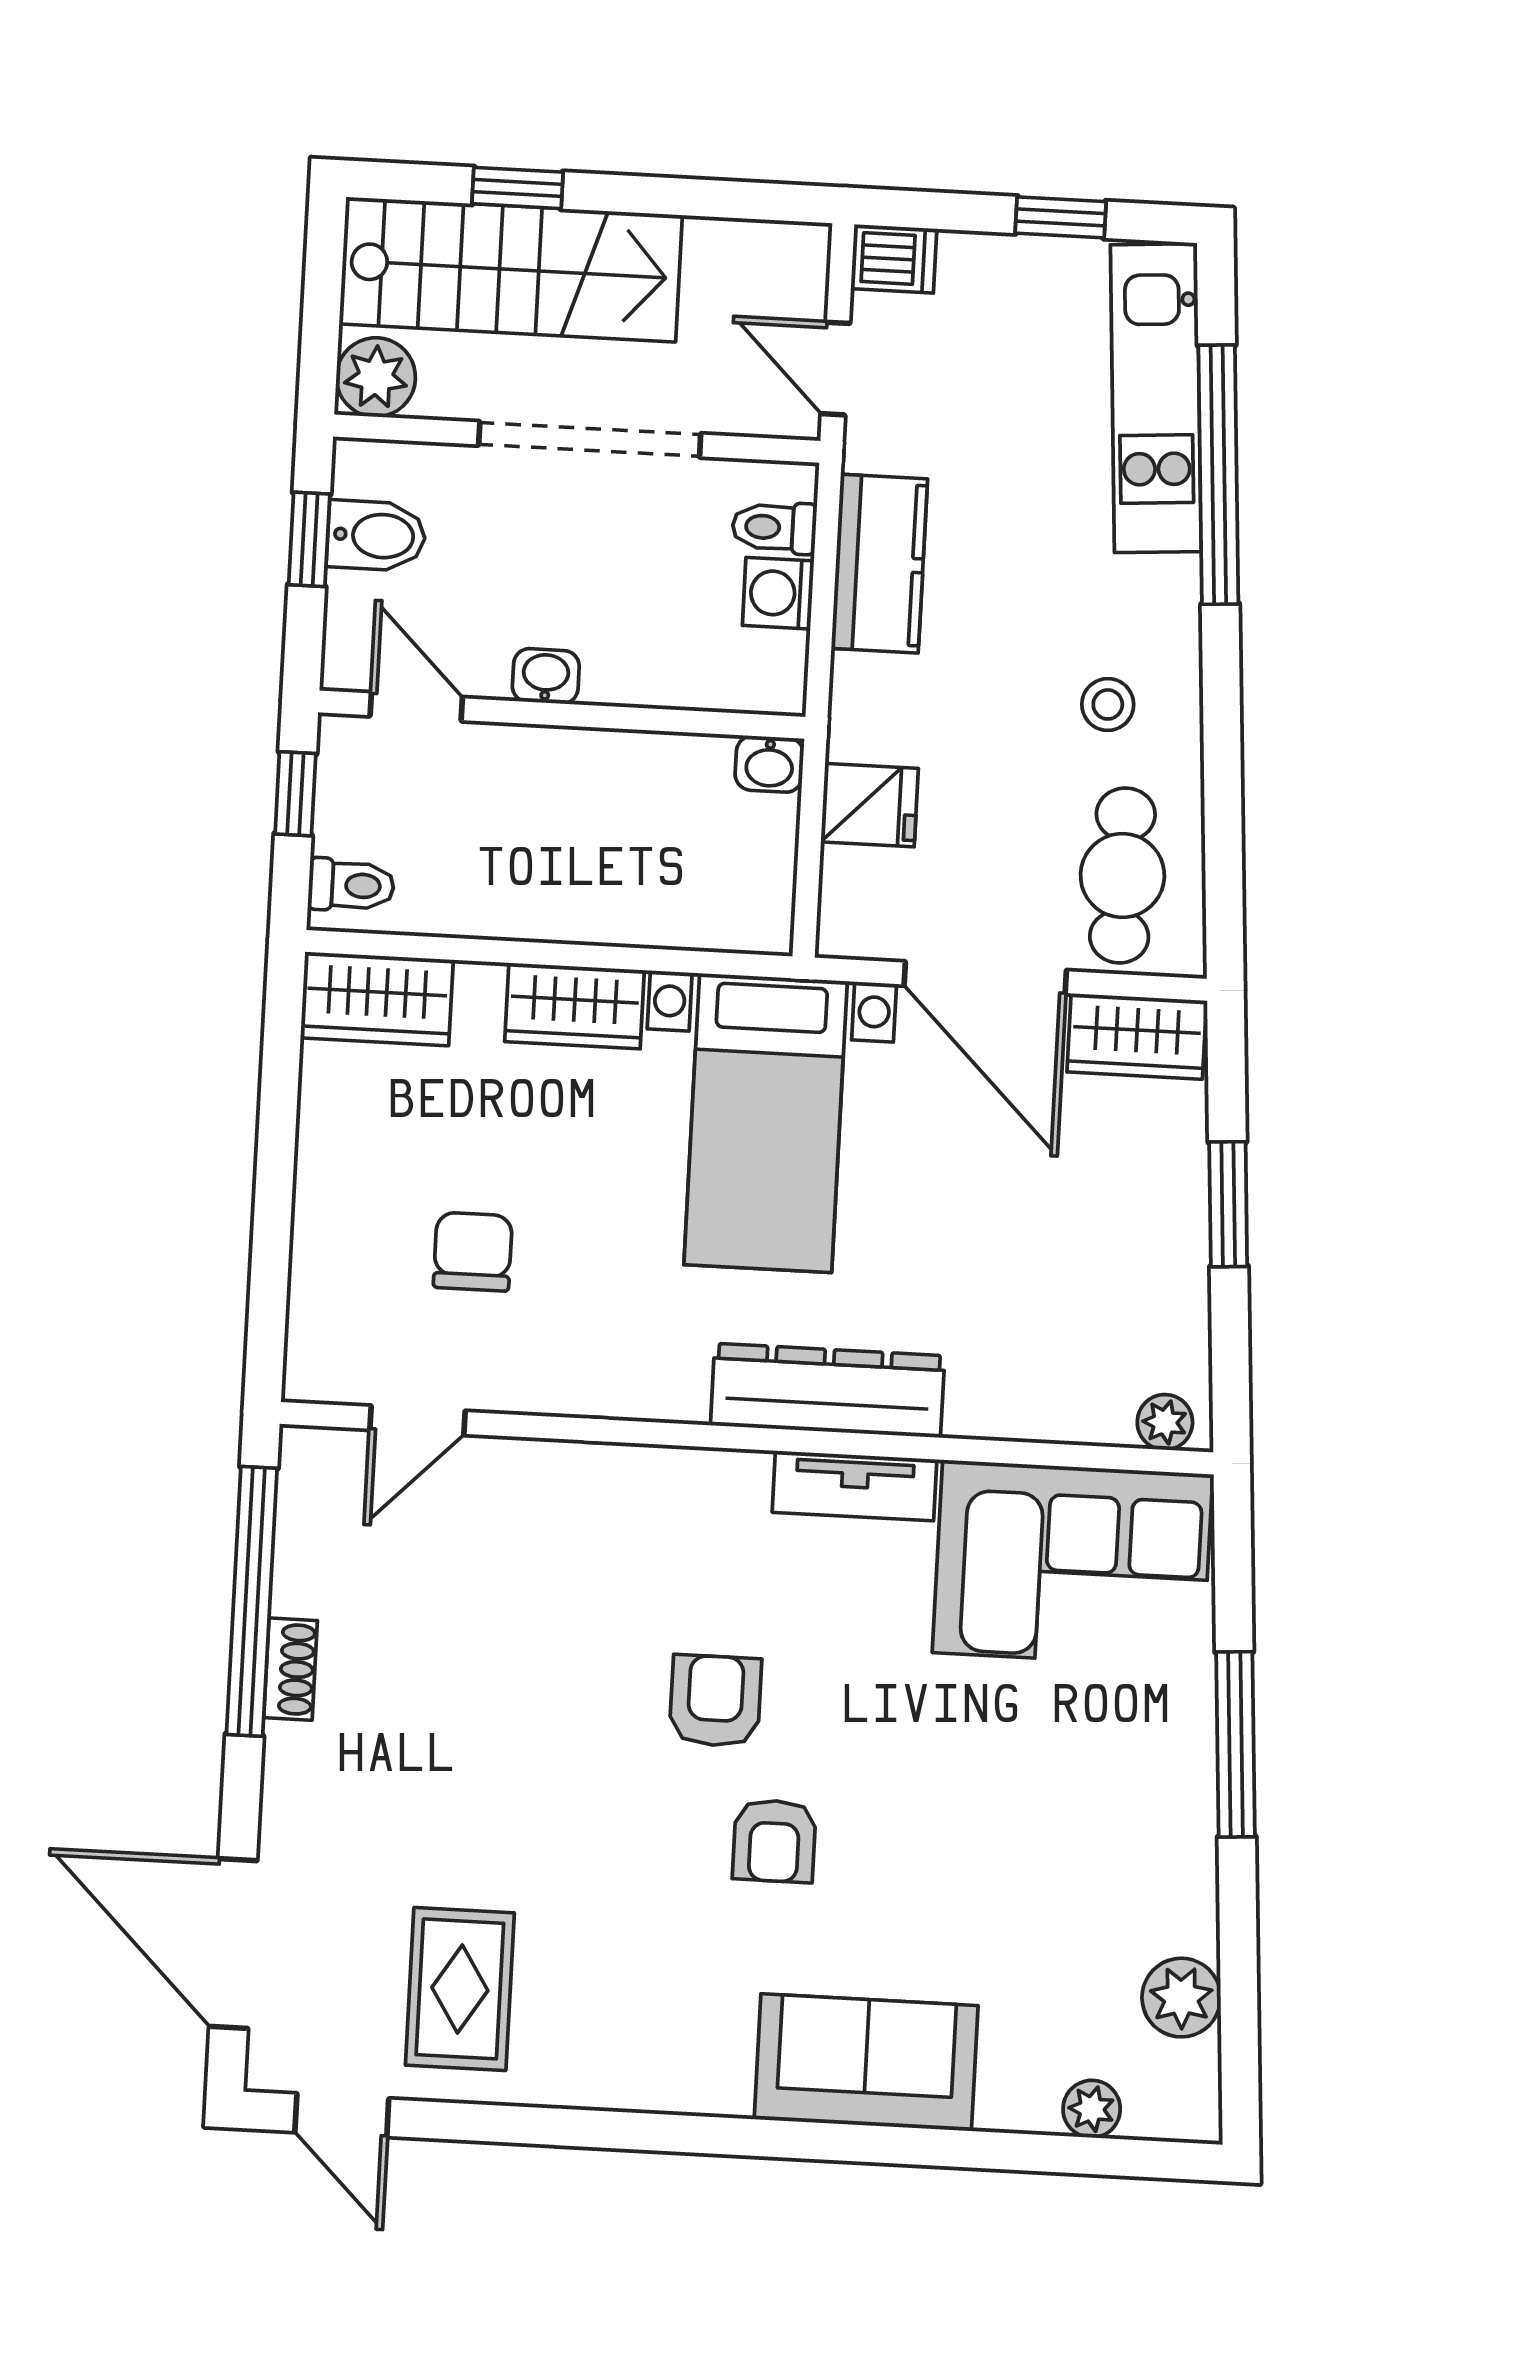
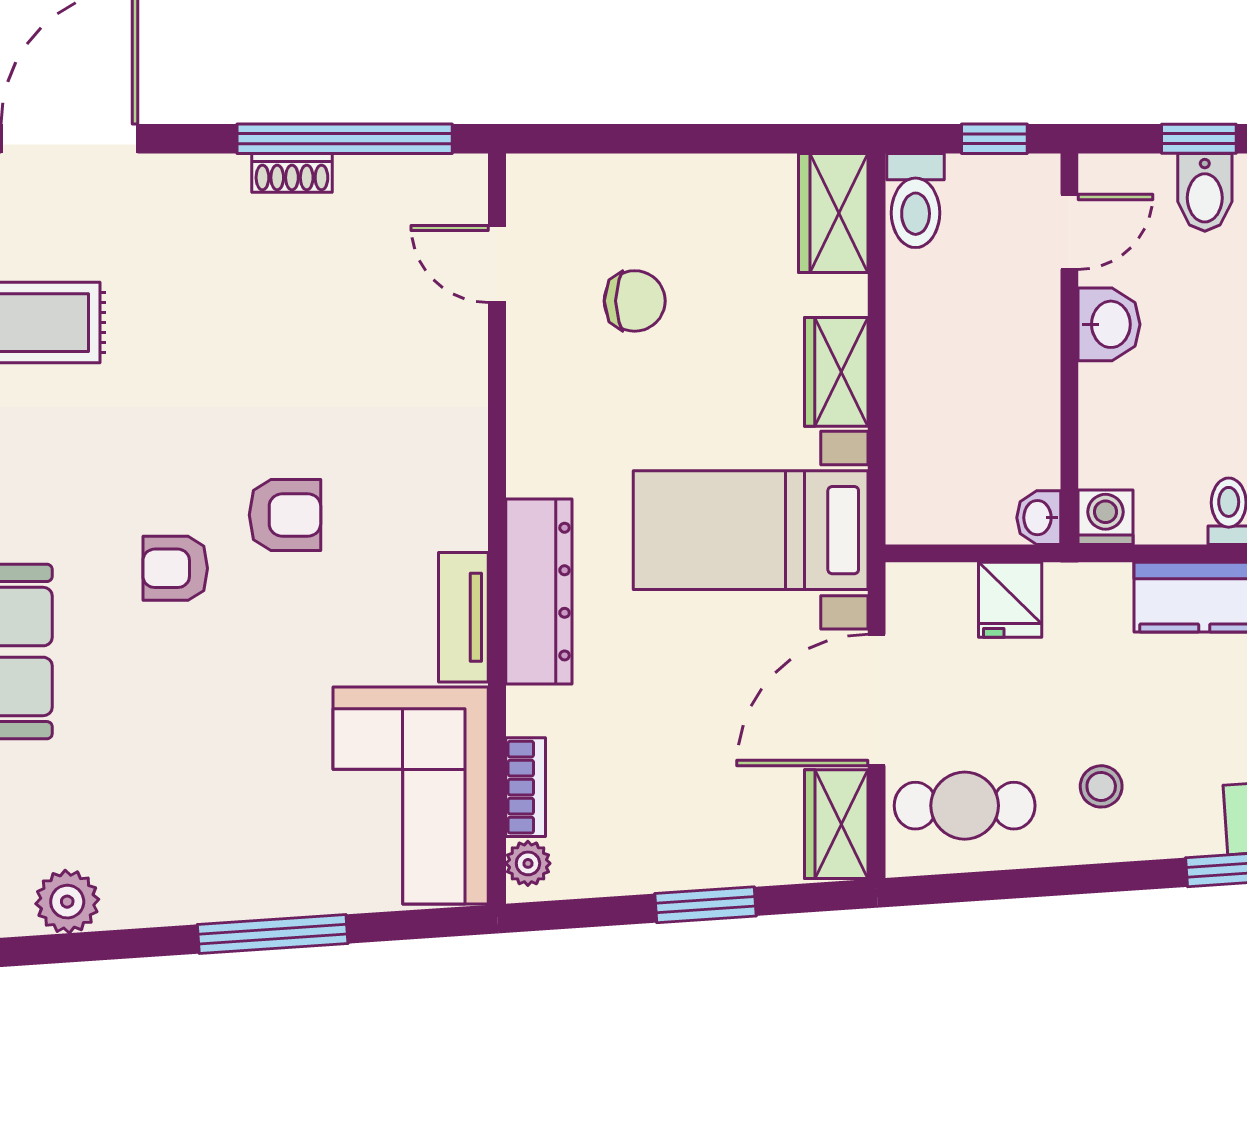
washing machine: (778, 593) -> (1105, 517), moved
washbasin: (546, 676) -> (1109, 324), width x1.38, depth x1.45
toilet: (351, 885) -> (916, 201), width x1.37, depth x1.39
bookcase: (1070, 1420) -> (526, 787), added

